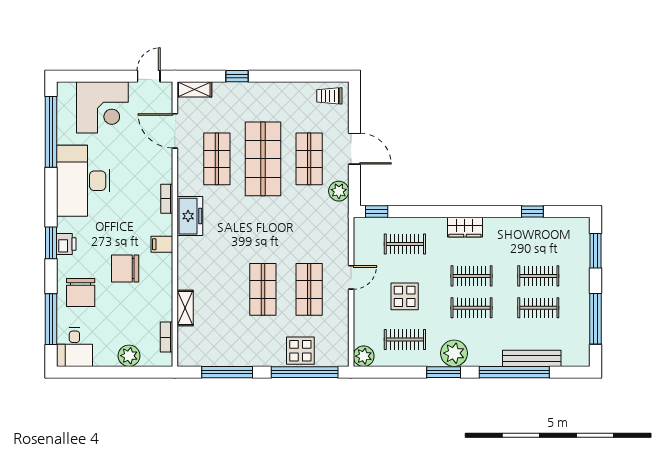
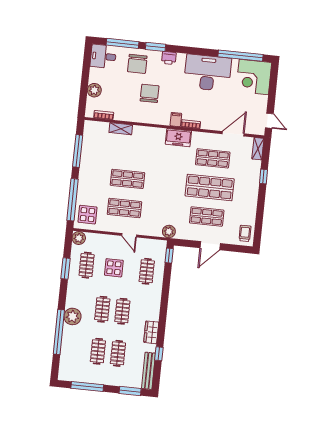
corner desk: (102, 107) -> (254, 77), moved
plant: (339, 191) -> (169, 232), moved
wardrobe: (465, 227) -> (151, 332), moved
window: (51, 243) -> (155, 47), moved
filing cabinet: (162, 244) -> (176, 120), moved
chair: (81, 293) -> (137, 64), turned -90
display table: (300, 351) -> (87, 215), moved
plant: (454, 353) -> (73, 316), moved
bench: (532, 358) -> (148, 371), moved
window: (444, 372) -> (65, 269), moved

